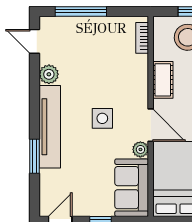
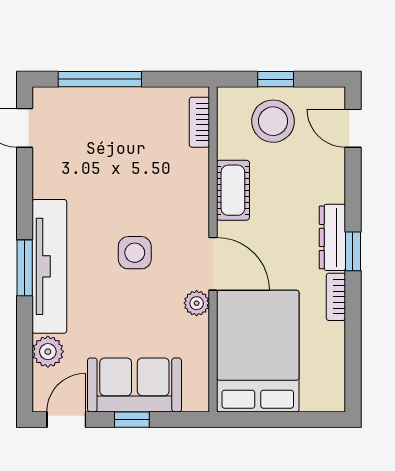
plant: (49, 74) -> (48, 352), moved
window: (34, 156) -> (25, 268), moved
sofa: (132, 188) -> (134, 385), moved, turned 90

